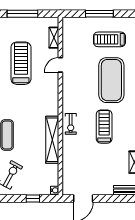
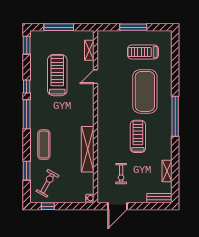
exercise bike: (71, 124) -> (121, 174), moved
window: (33, 199) -> (48, 206), moved

